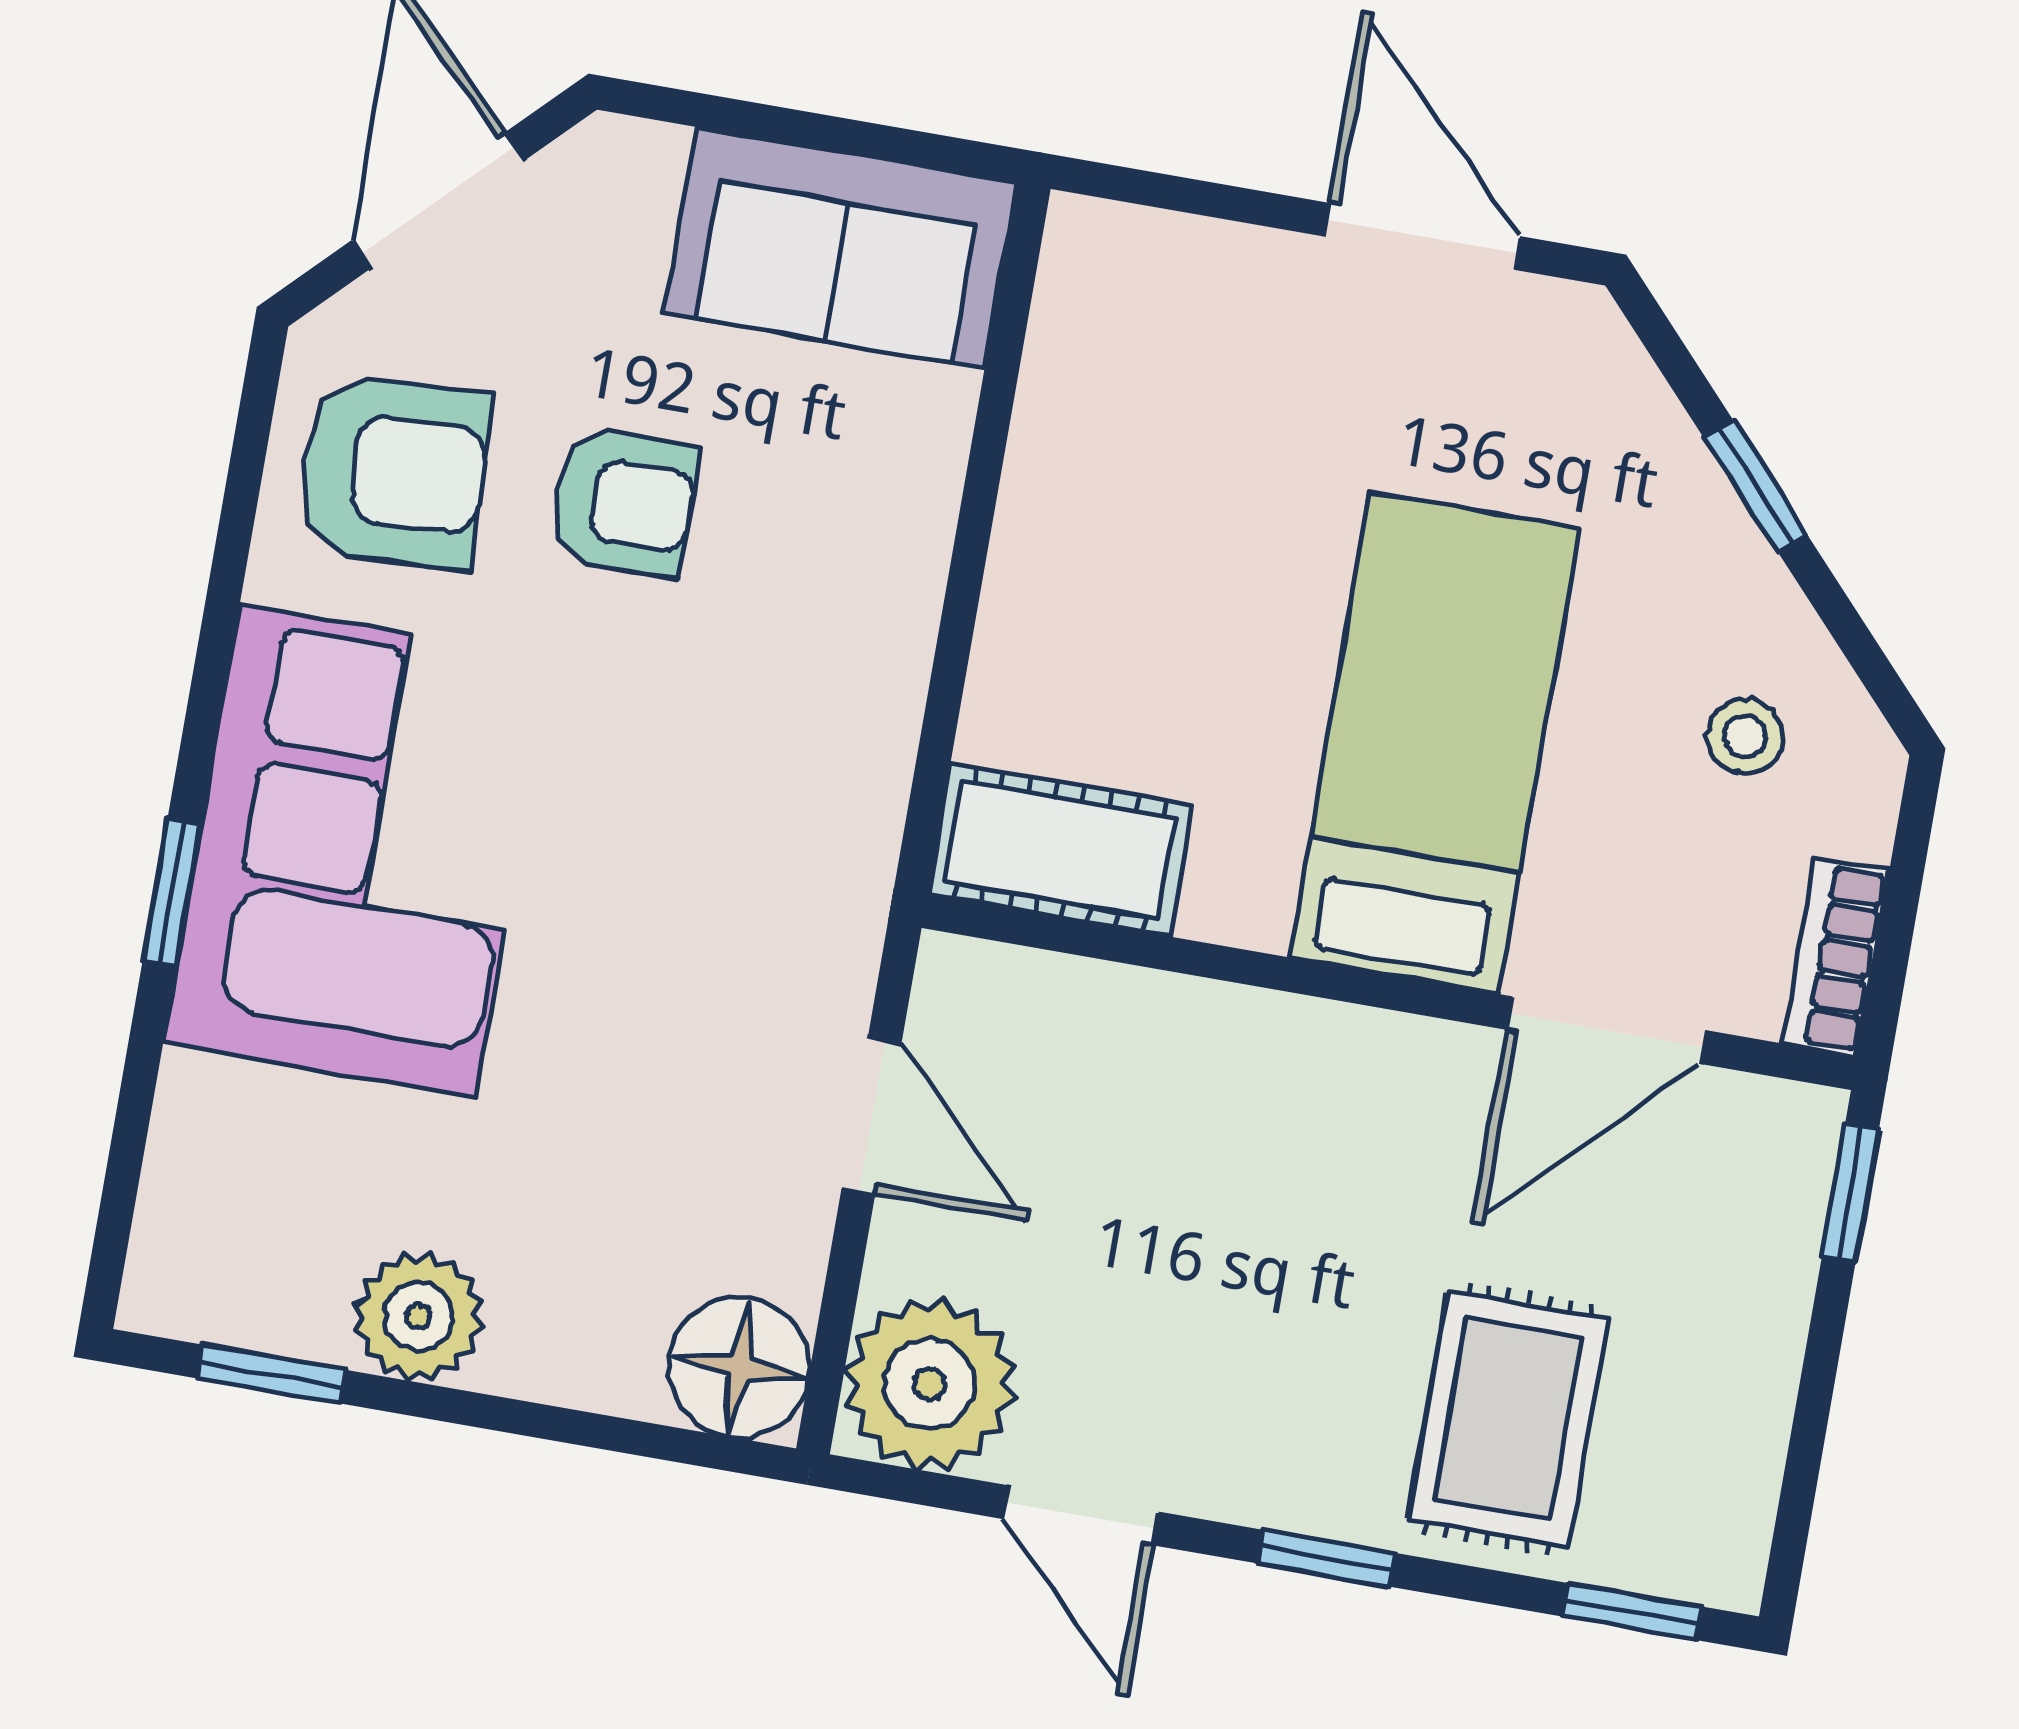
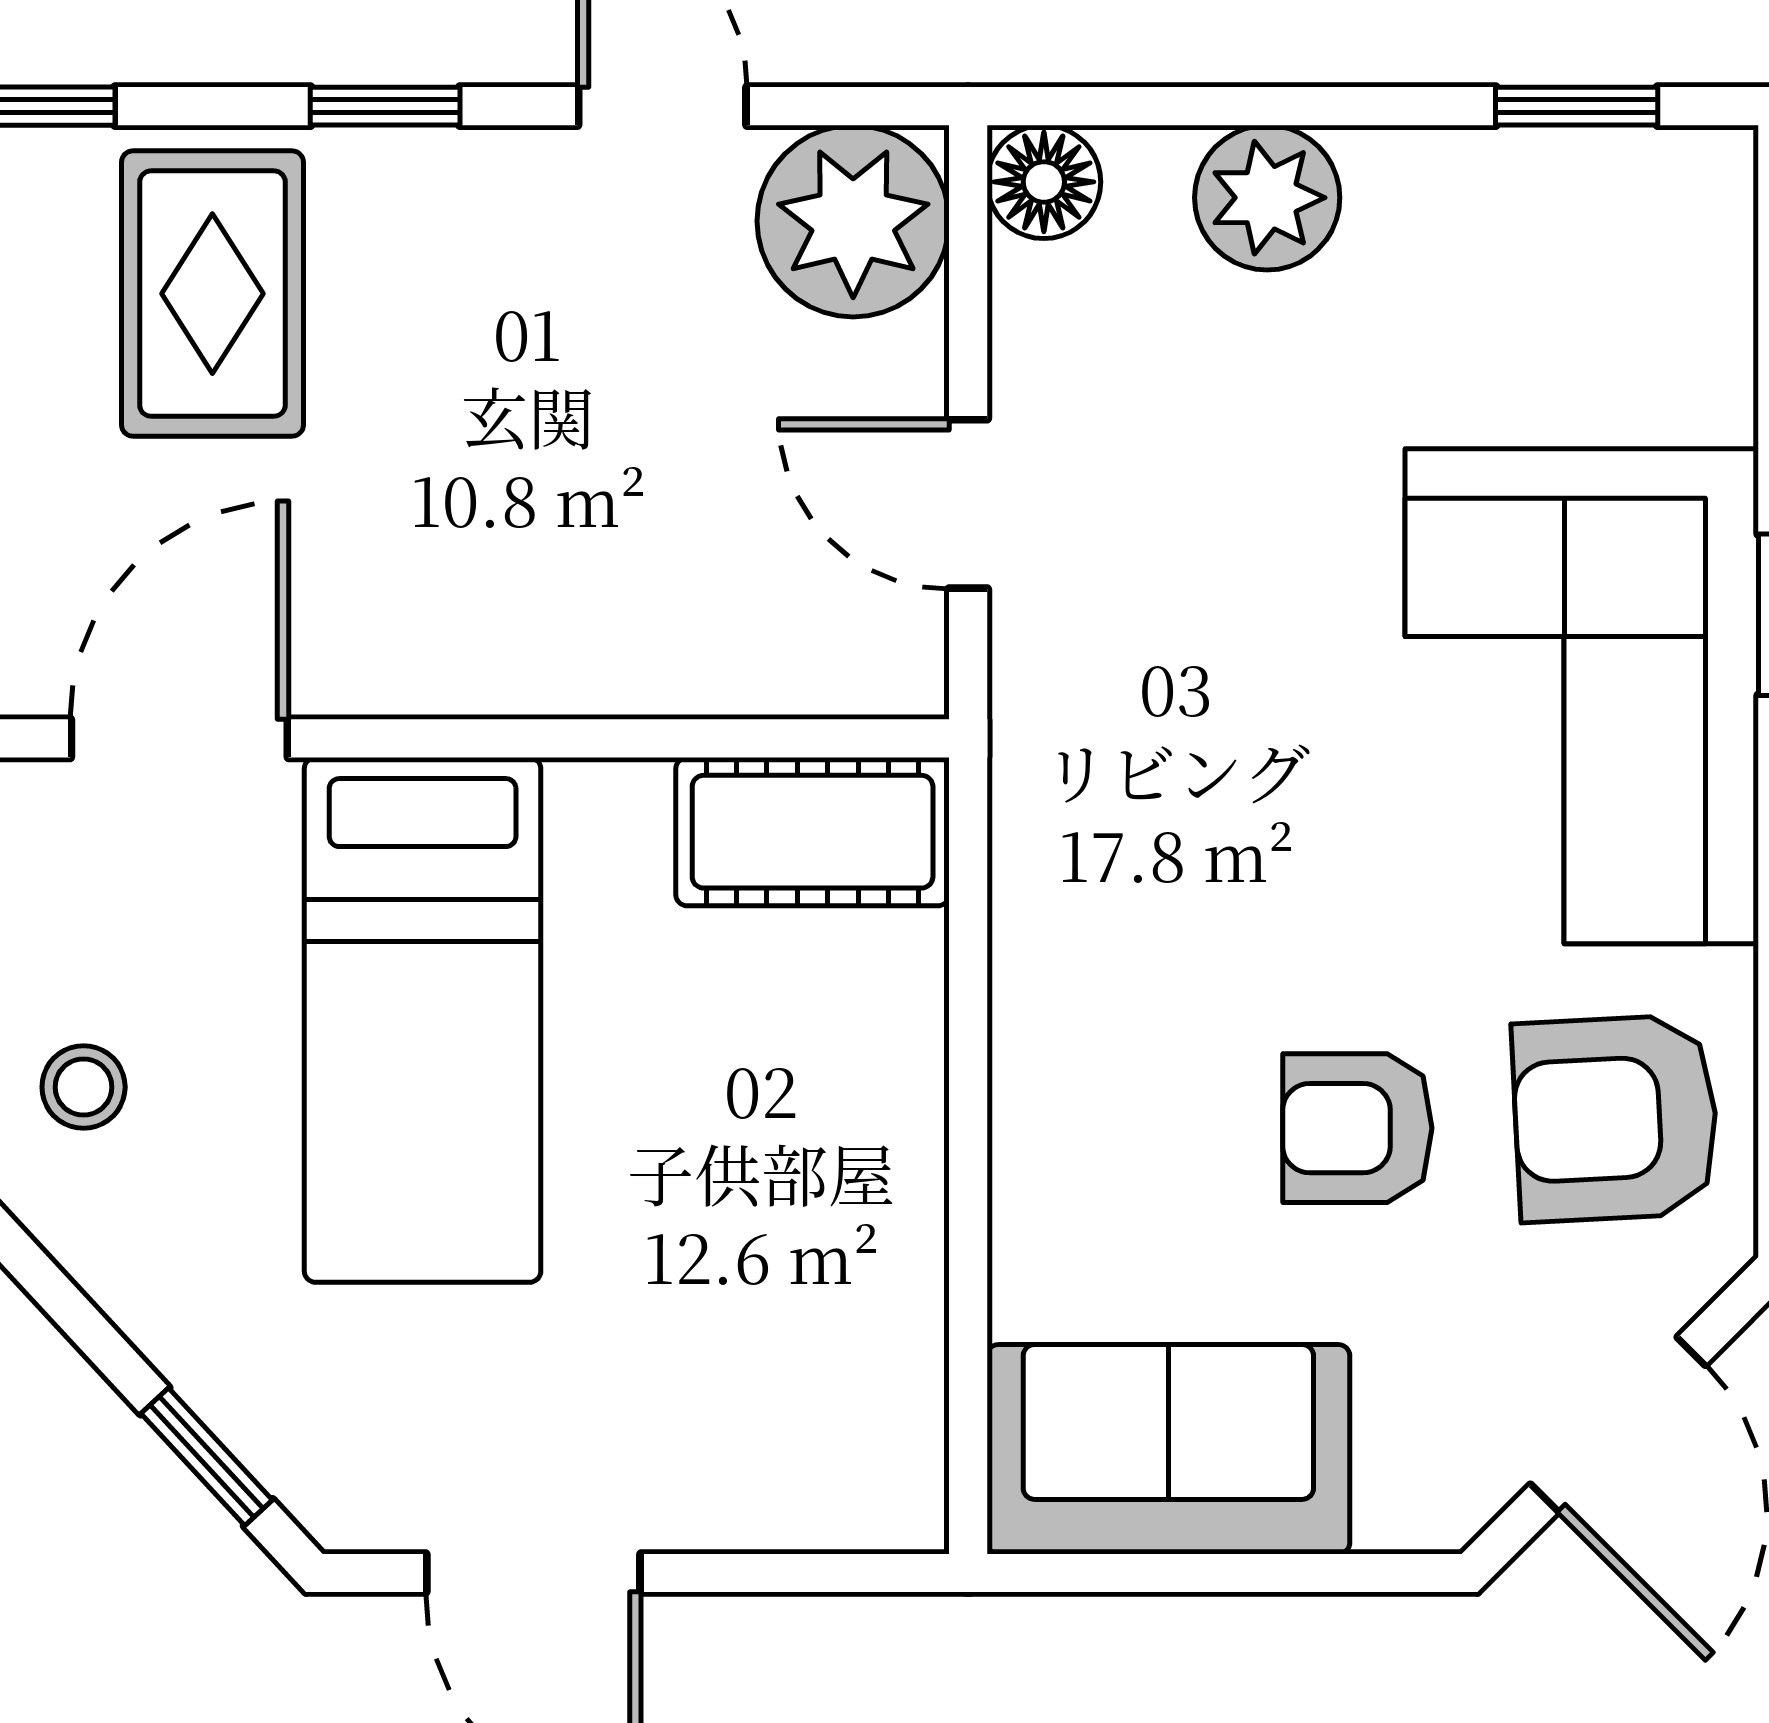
window: (1756, 486) -> (207, 1457), moved
plant: (419, 1316) -> (1267, 198), moved
floor lamp: (739, 1367) -> (1044, 182), width x0.73, depth x0.73

